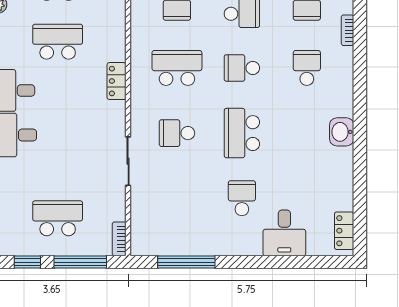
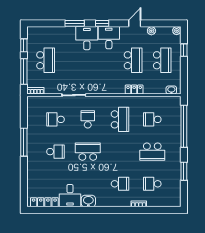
school desk: (242, 68) -> (55, 119), moved, turned -90
locker: (117, 81) -> (134, 90), moved
locker: (344, 231) -> (44, 202), width x1.53
desk: (284, 233) -> (70, 196), moved, turned -90
window: (186, 262) -> (24, 142), moved

